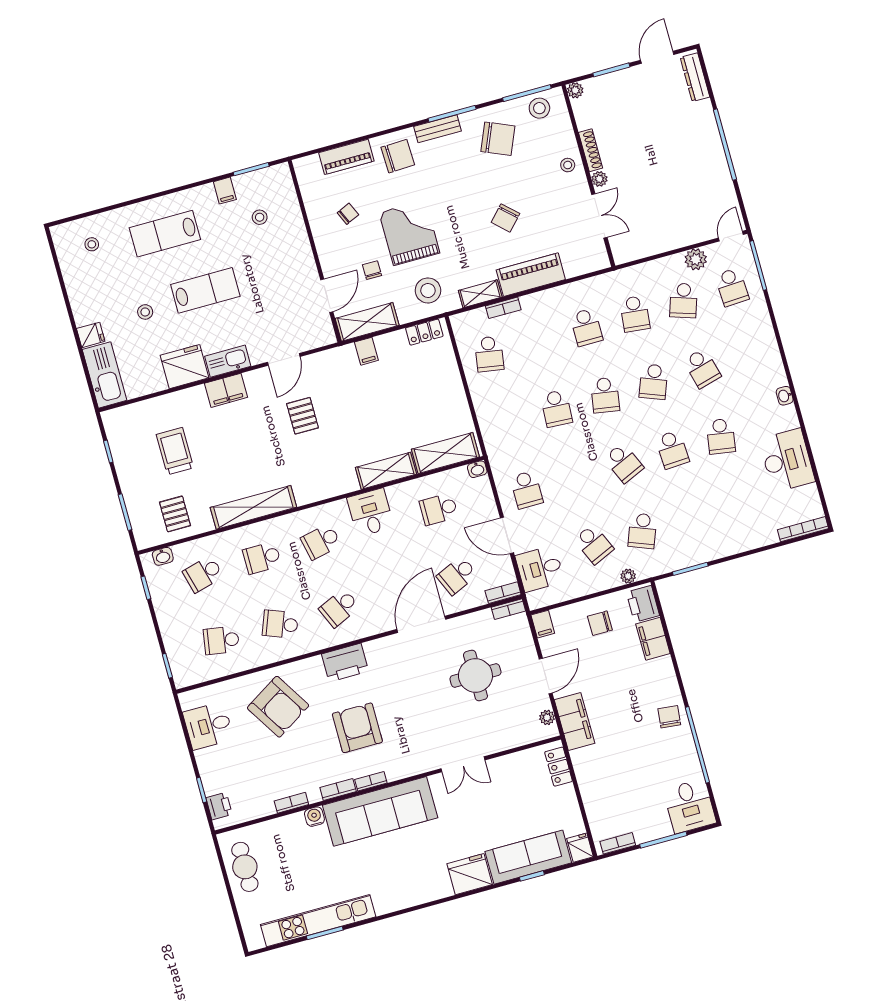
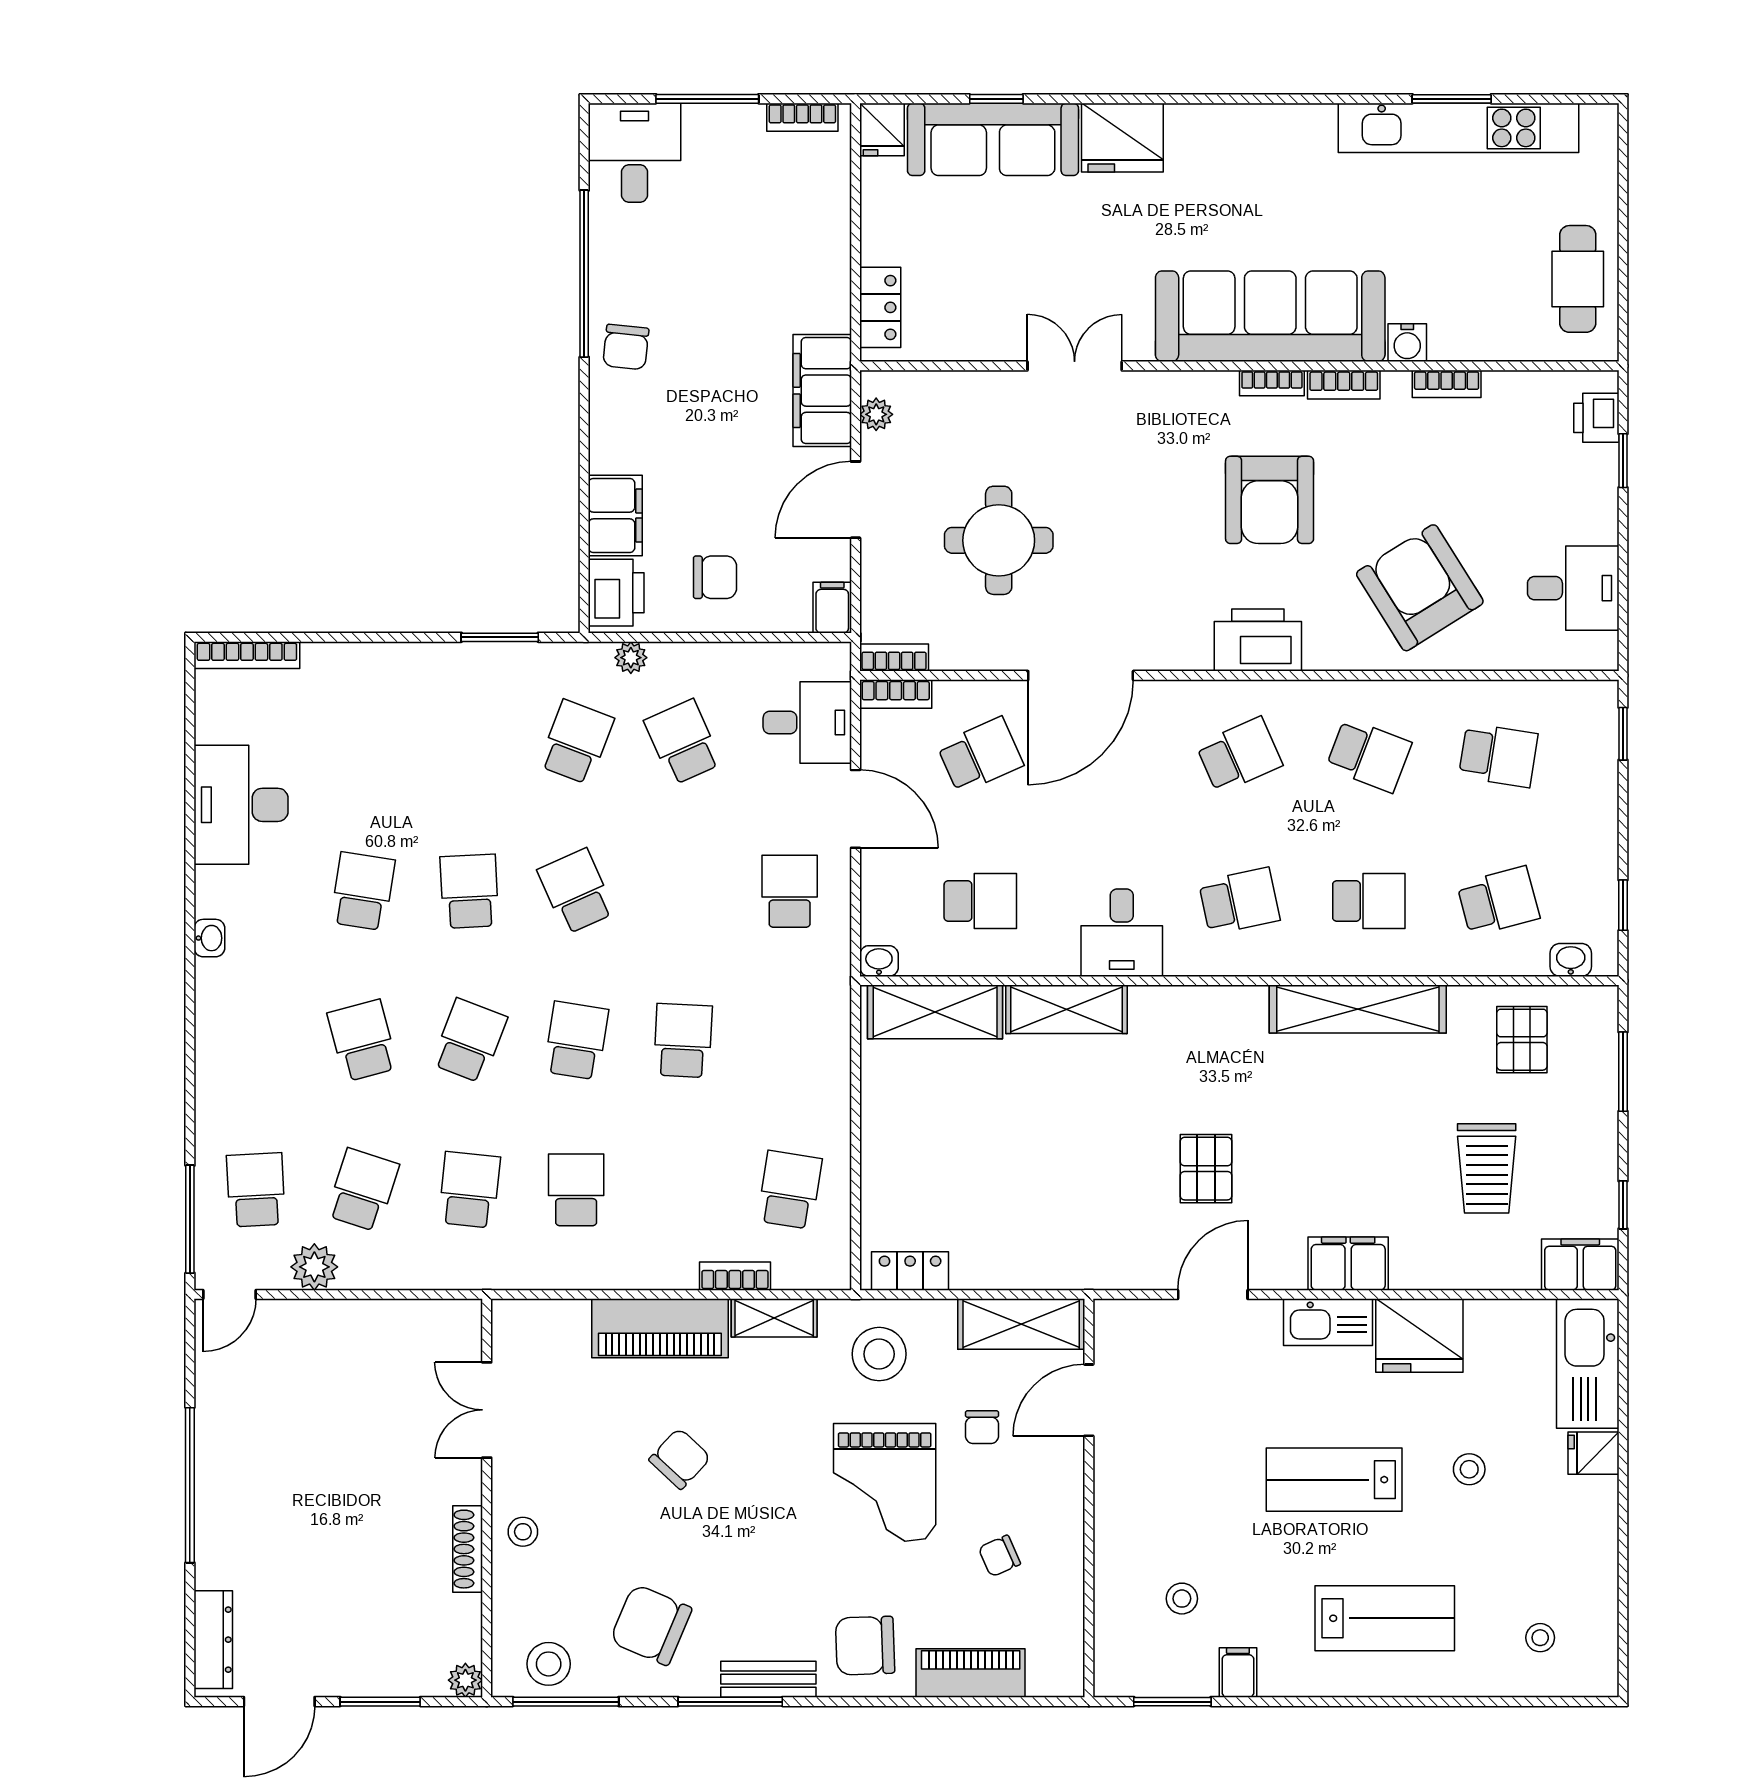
plant: (599, 179) -> (466, 1486), removed
filing cabinet: (366, 351) -> (1580, 1265), moved, width x2.00

